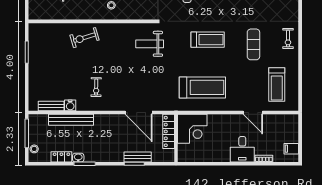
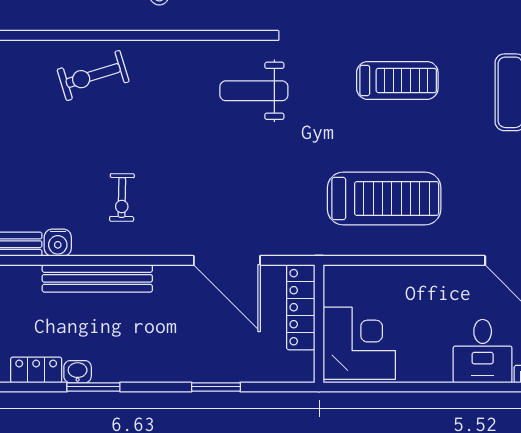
bench: (71, 120) -> (97, 278), moved
corner desk: (192, 129) -> (359, 343), moved, turned -90
bench: (138, 157) -> (224, 370), removed

